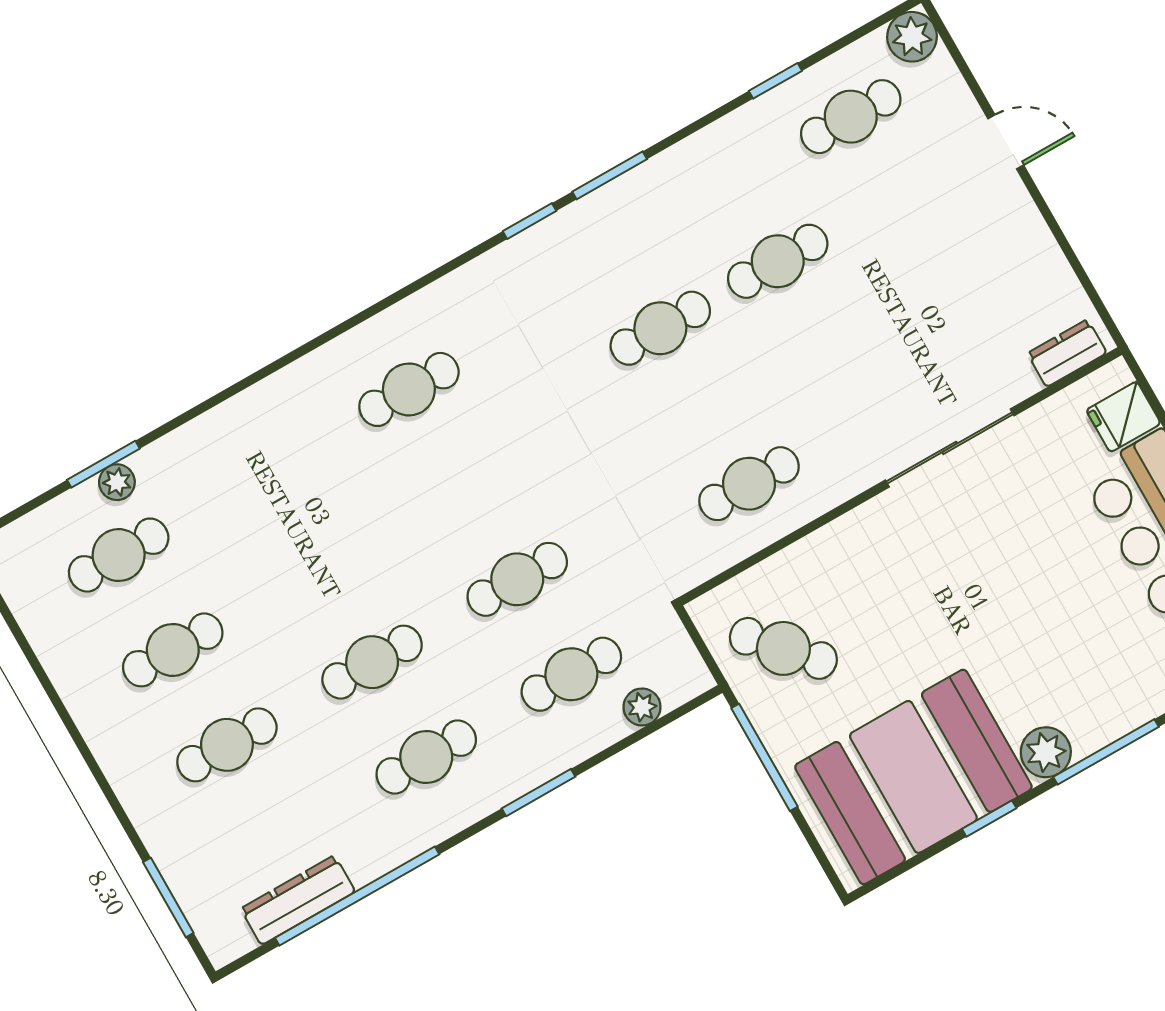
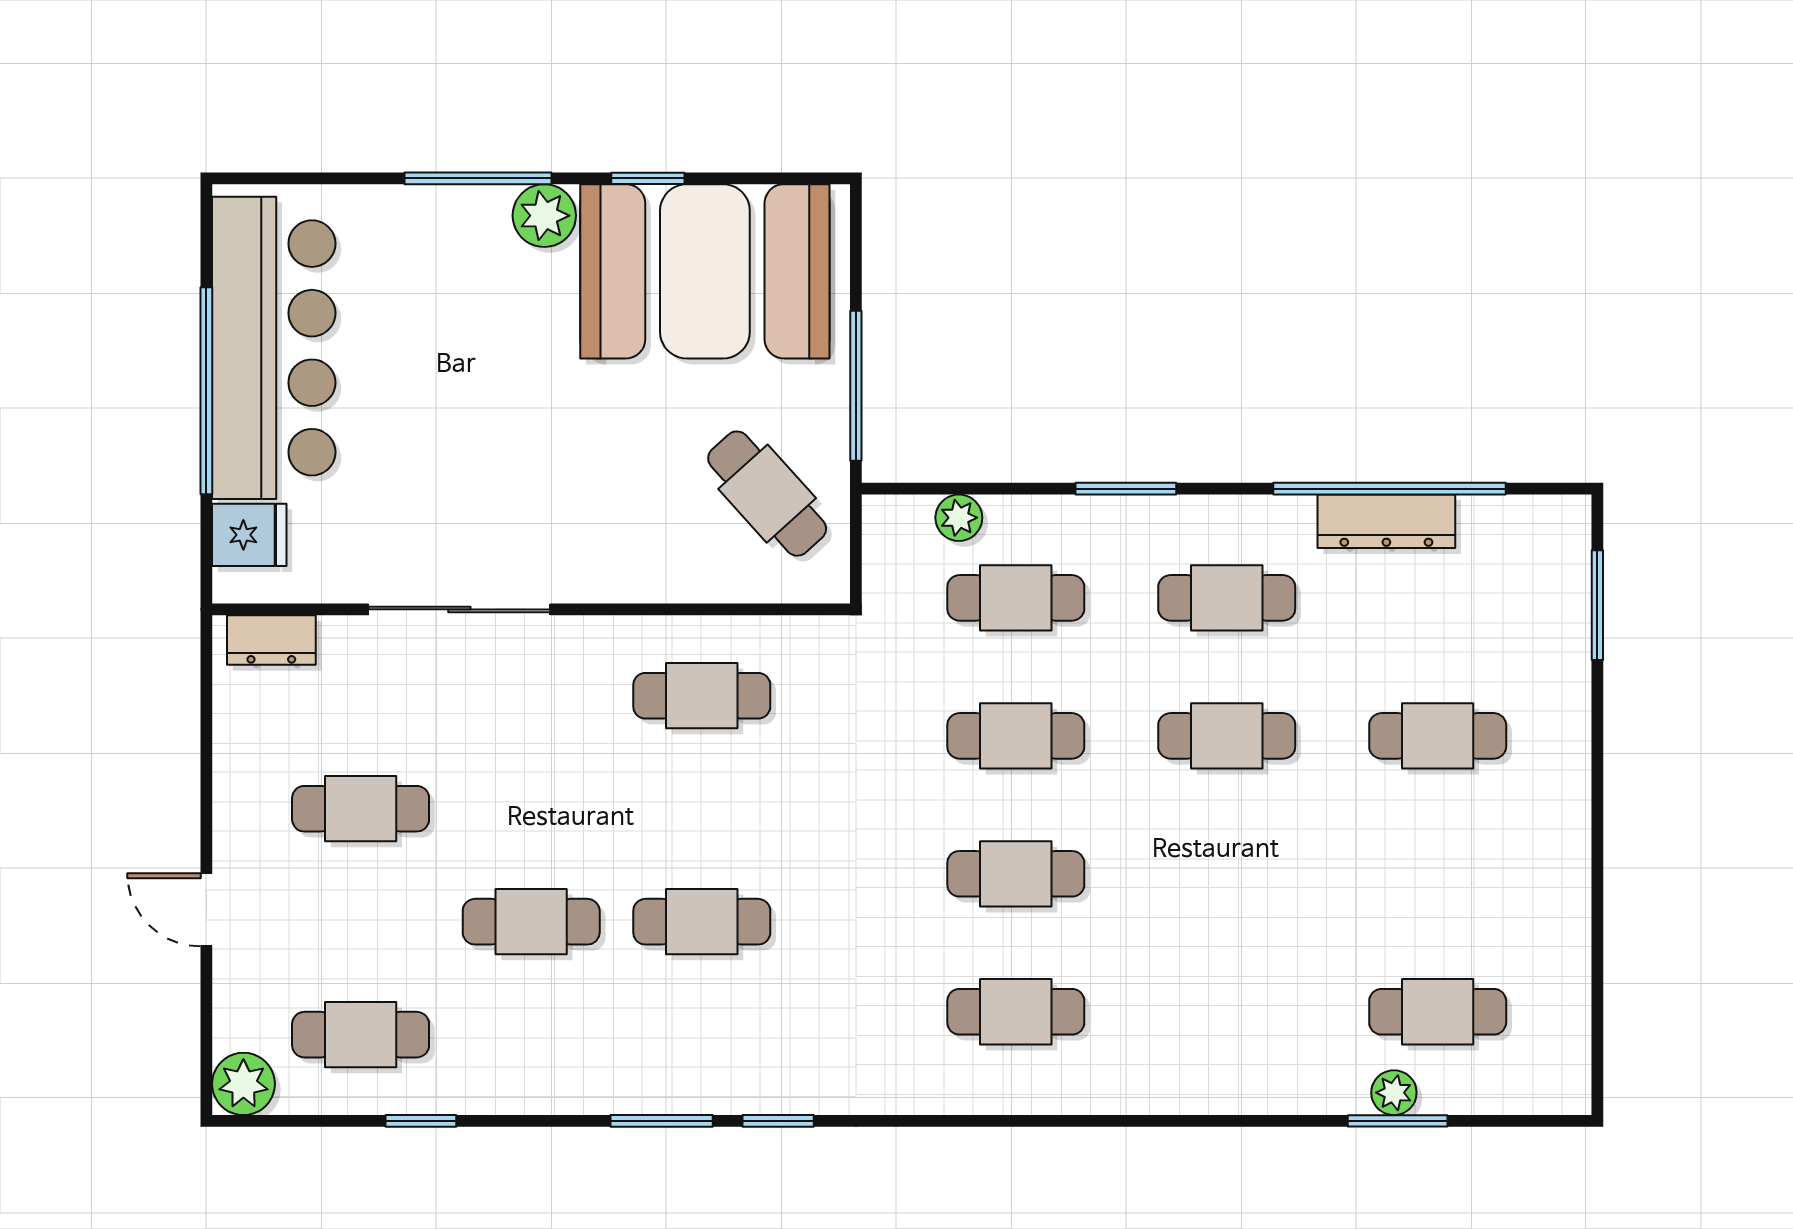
cafe table: (939, 272) -> (361, 809), added
cafe table: (173, 650) -> (1016, 874), moved
dresser: (298, 900) -> (1386, 521), moved

